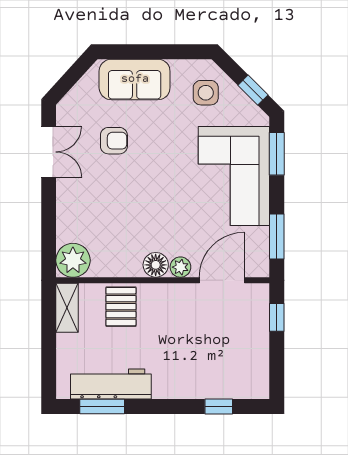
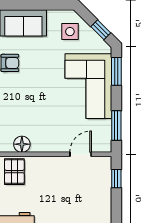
floor lamp: (156, 265) -> (22, 144), moved
plant: (180, 267) -> (53, 146), removed
door: (222, 280) -> (81, 154), width x0.73

